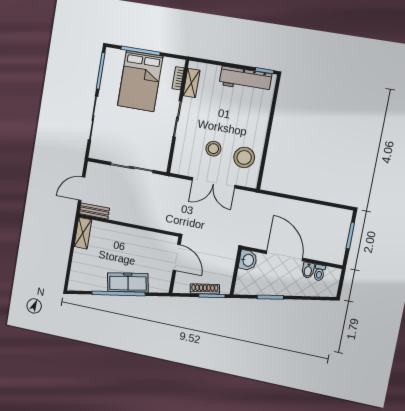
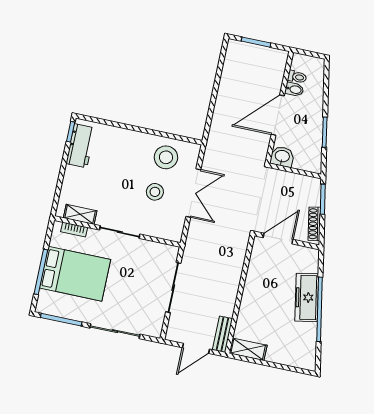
workbench: (245, 79) -> (81, 146), width x0.73
door: (82, 189) -> (196, 348), hinge flipped
shoe rack: (205, 289) -> (314, 224), moved

